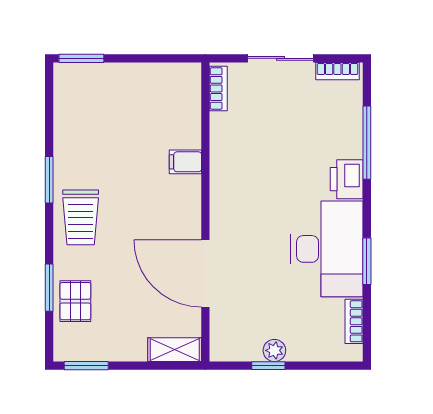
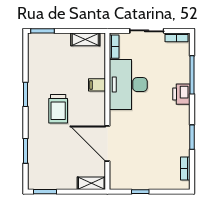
shelving: (163, 75) -> (85, 39), added
trolley: (81, 217) -> (58, 109), moved
desk: (327, 249) -> (128, 85), moved, turned 180
pallet: (75, 301) -> (39, 158), removed
plant: (274, 350) -> (143, 184), removed

